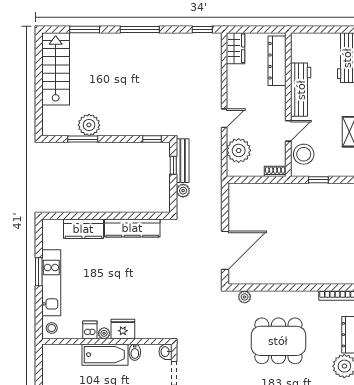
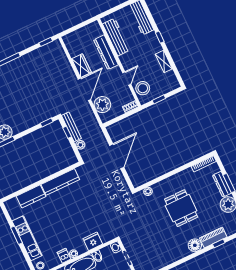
wardrobe: (236, 48) -> (81, 66), moved
dresser: (277, 61) -> (106, 52), moved
workbench: (301, 90) -> (116, 37), moved
door: (224, 118) -> (84, 89), width x1.87
door: (225, 250) -> (117, 156), moved
fridge: (123, 329) -> (93, 241), moved
dining table: (278, 341) -> (181, 208), width x0.73

